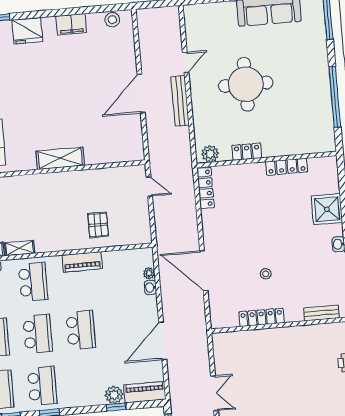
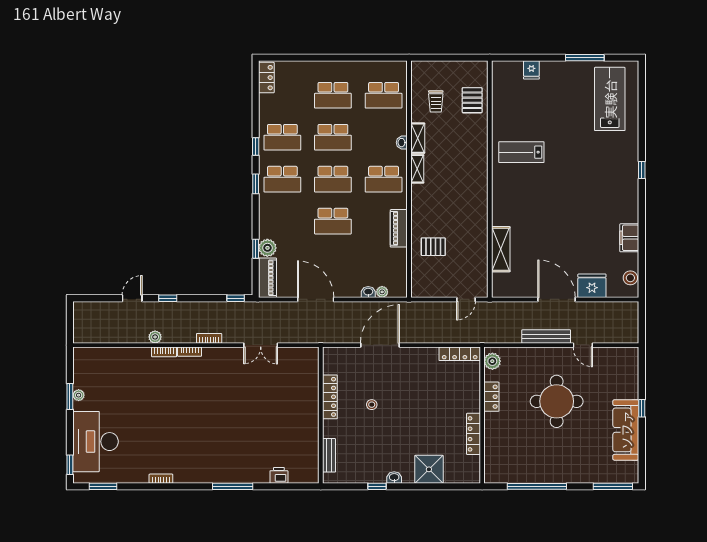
fridge: (27, 31) -> (592, 286), moved, turned 90
shelving: (60, 158) -> (501, 249), moved

